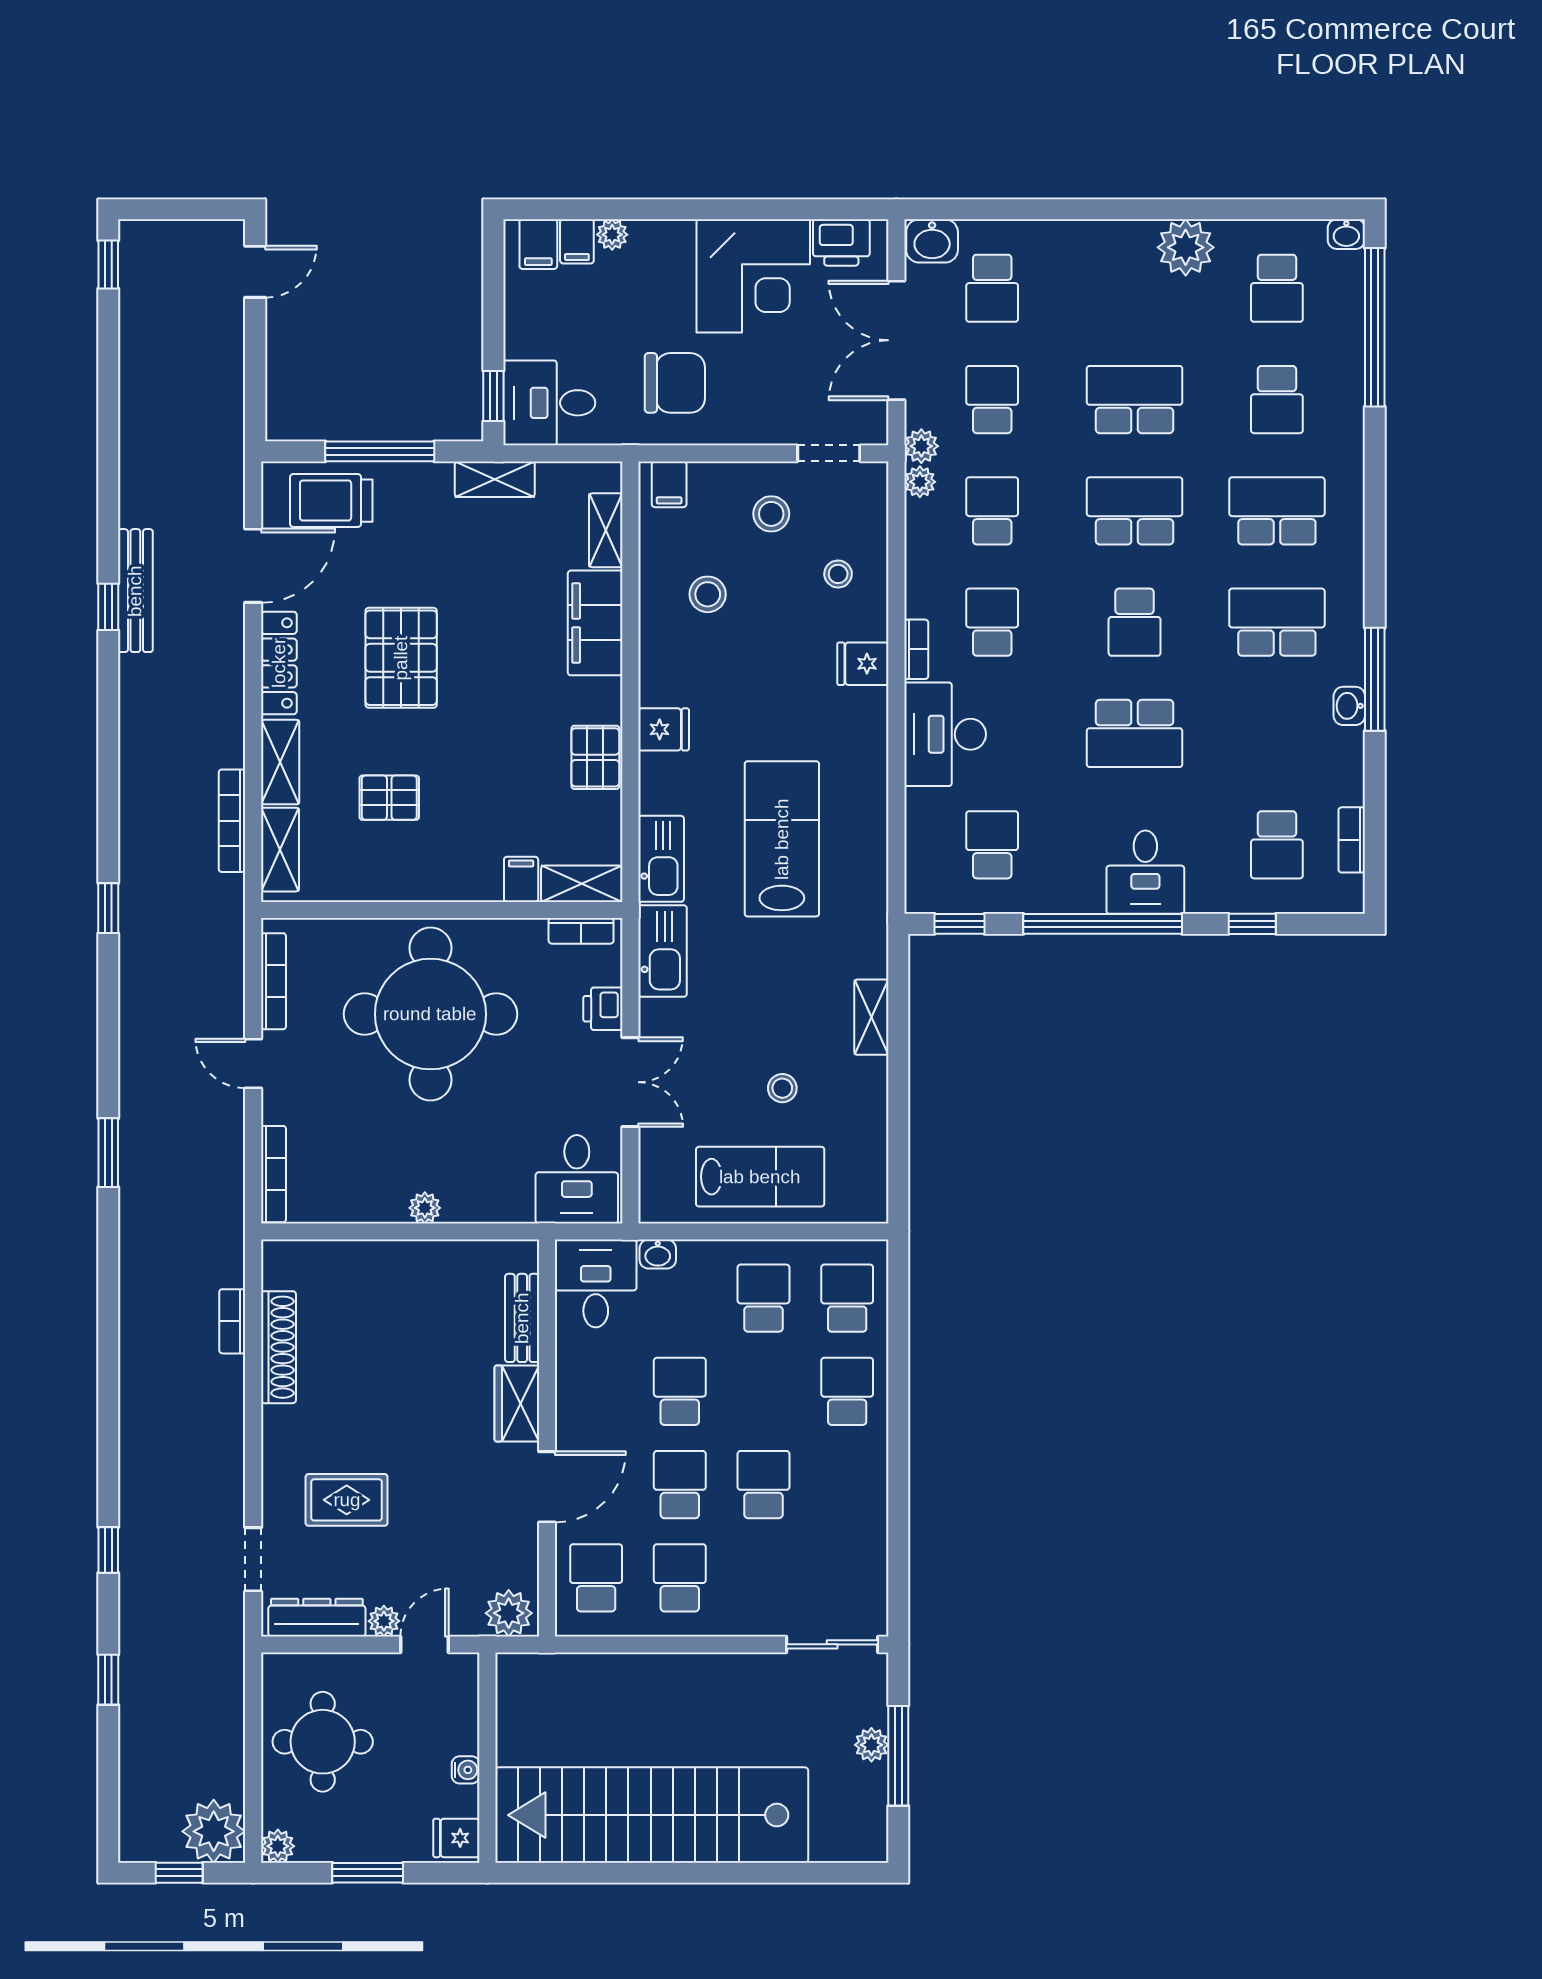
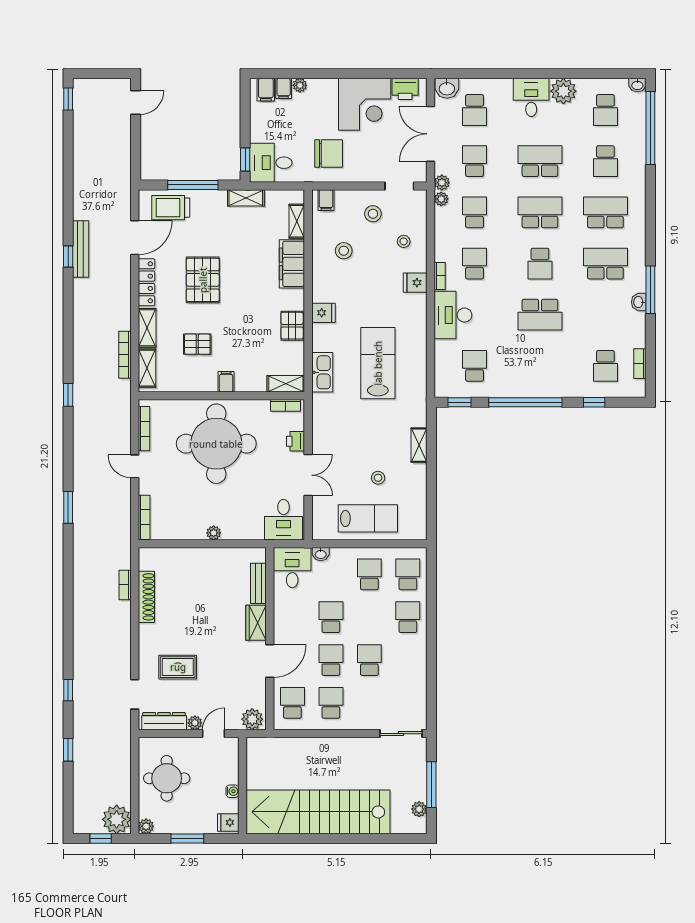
desk: (1145, 872) -> (531, 97), moved, turned 180
filing cabinet: (521, 879) -> (226, 382), moved
kitchen sink: (662, 951) -> (323, 415), removed
plant: (871, 1745) -> (419, 809), moved

